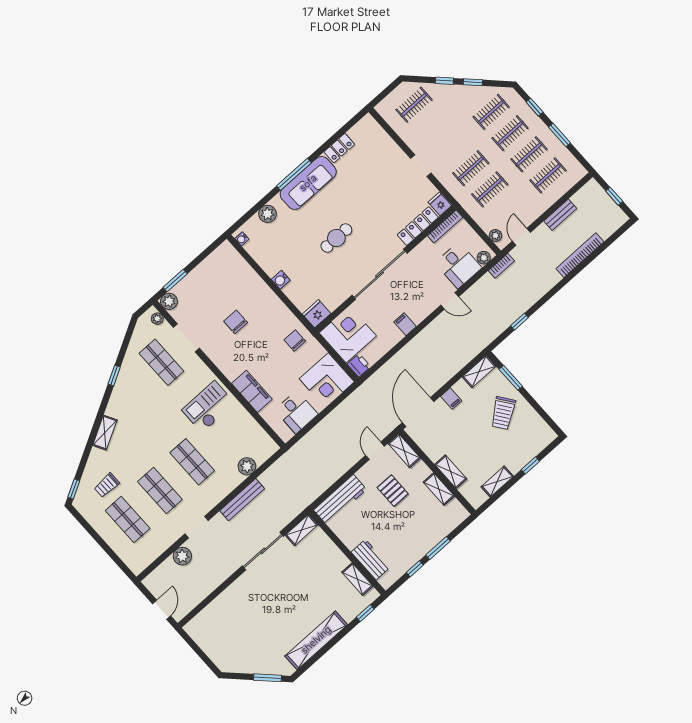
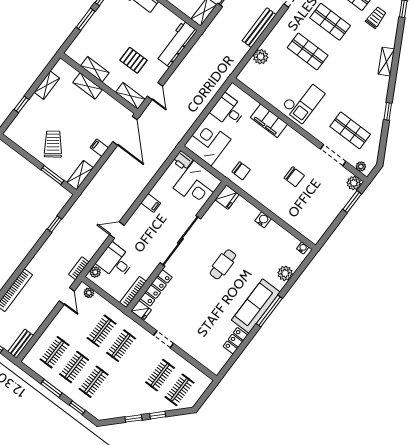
clothes rail: (491, 112) -> (160, 375), moved
bench: (560, 215) -> (21, 344), moved

